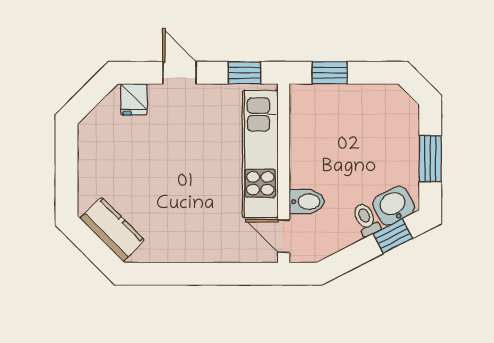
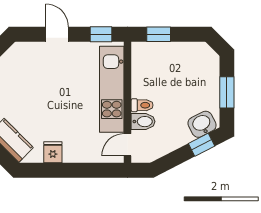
fridge: (134, 99) -> (53, 152), moved, turned 180
toilet: (366, 220) -> (142, 105), moved, turned 117
door: (284, 236) -> (128, 145), hinge flipped

